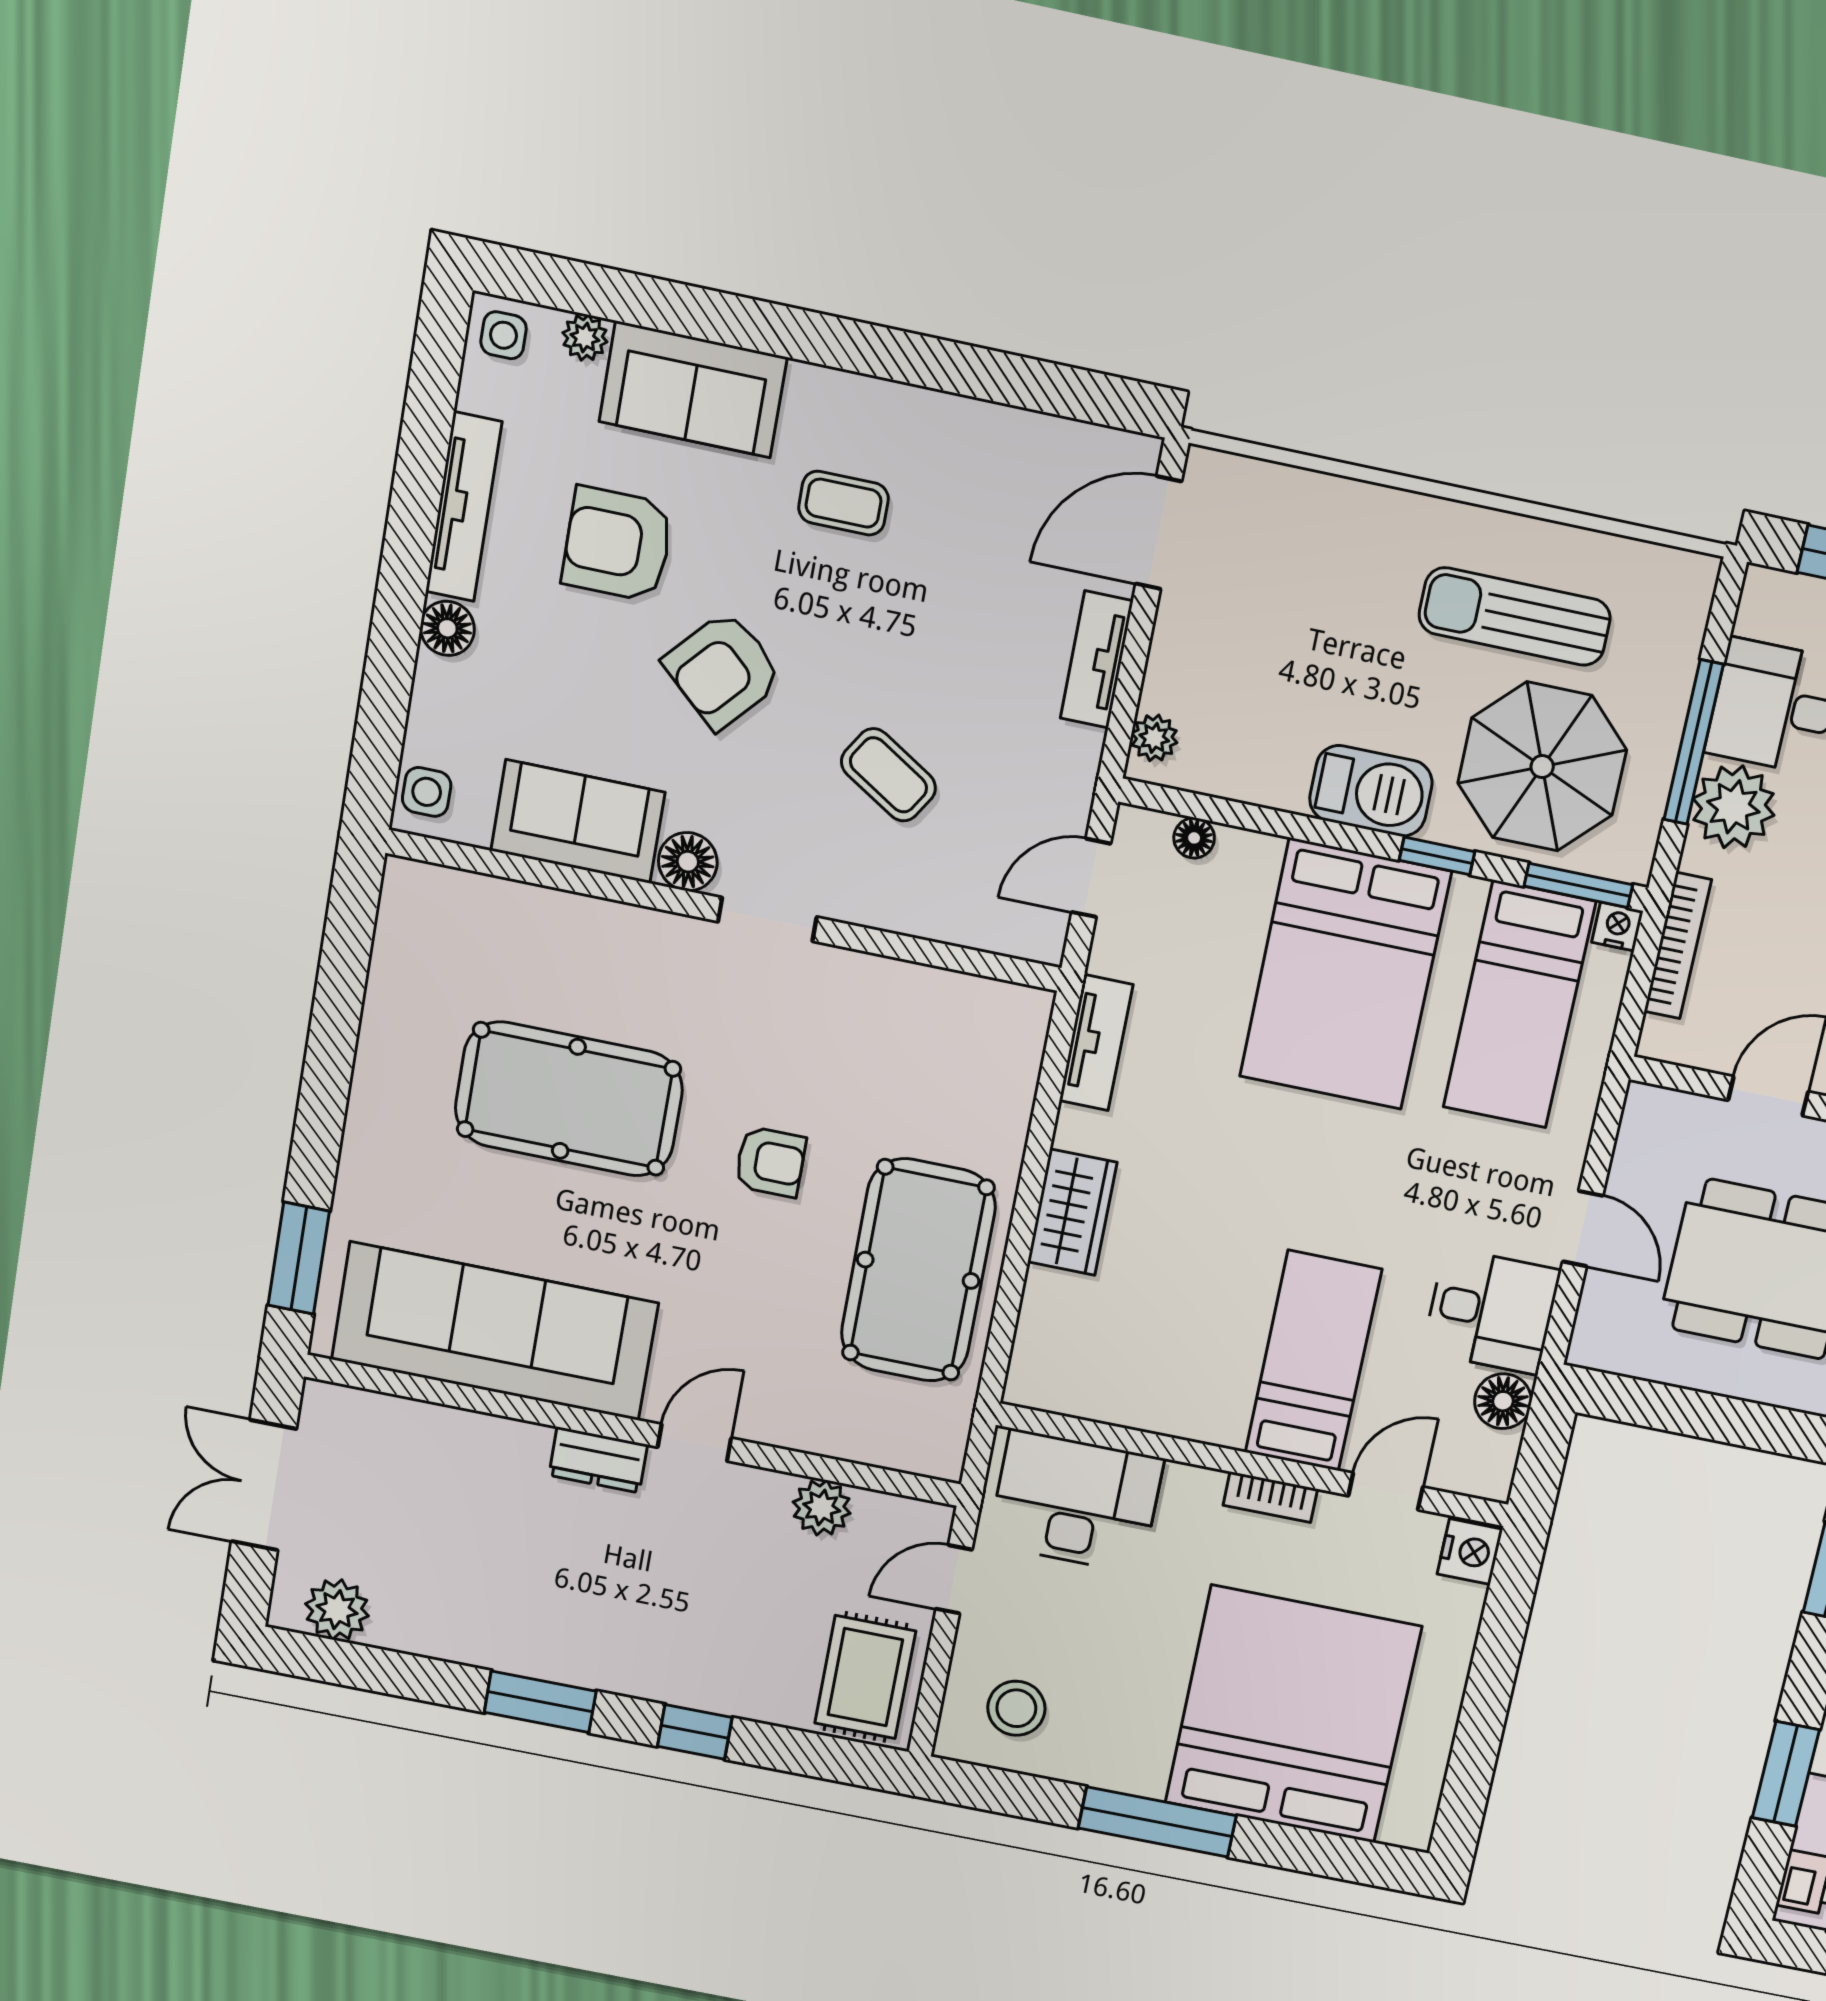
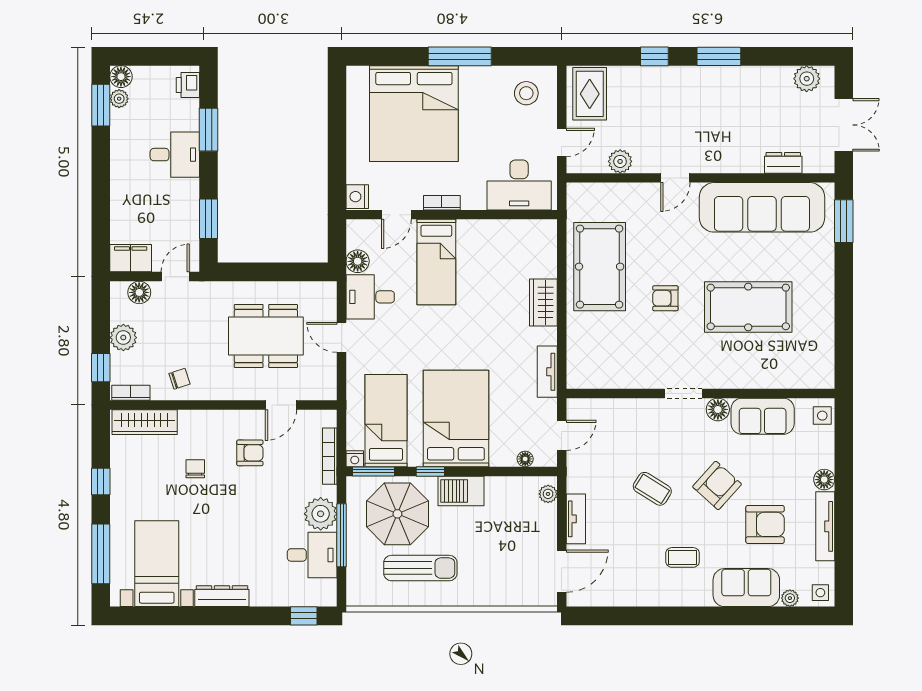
coffee table: (888, 775) -> (652, 489), moved
dresser: (598, 1460) -> (783, 163), moved

